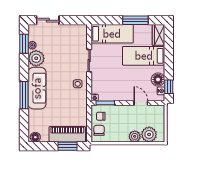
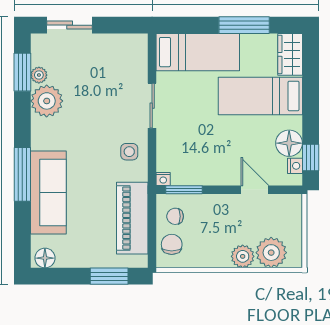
sofa: (37, 88) -> (48, 192), moved
piano: (67, 134) -> (132, 218), moved, turned -90

